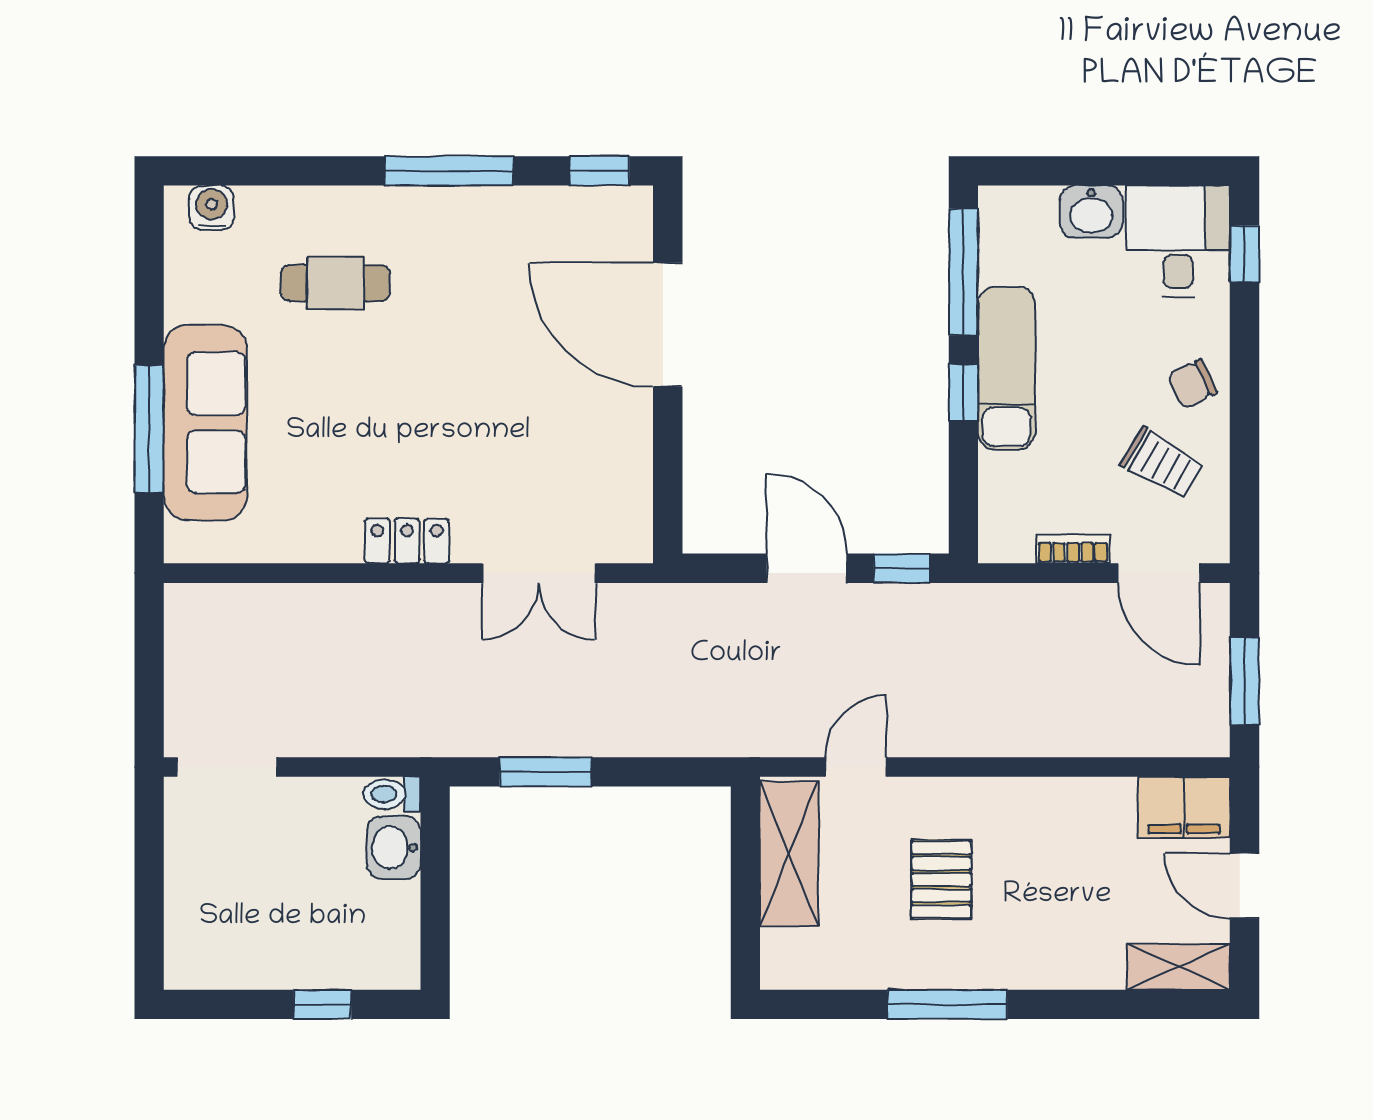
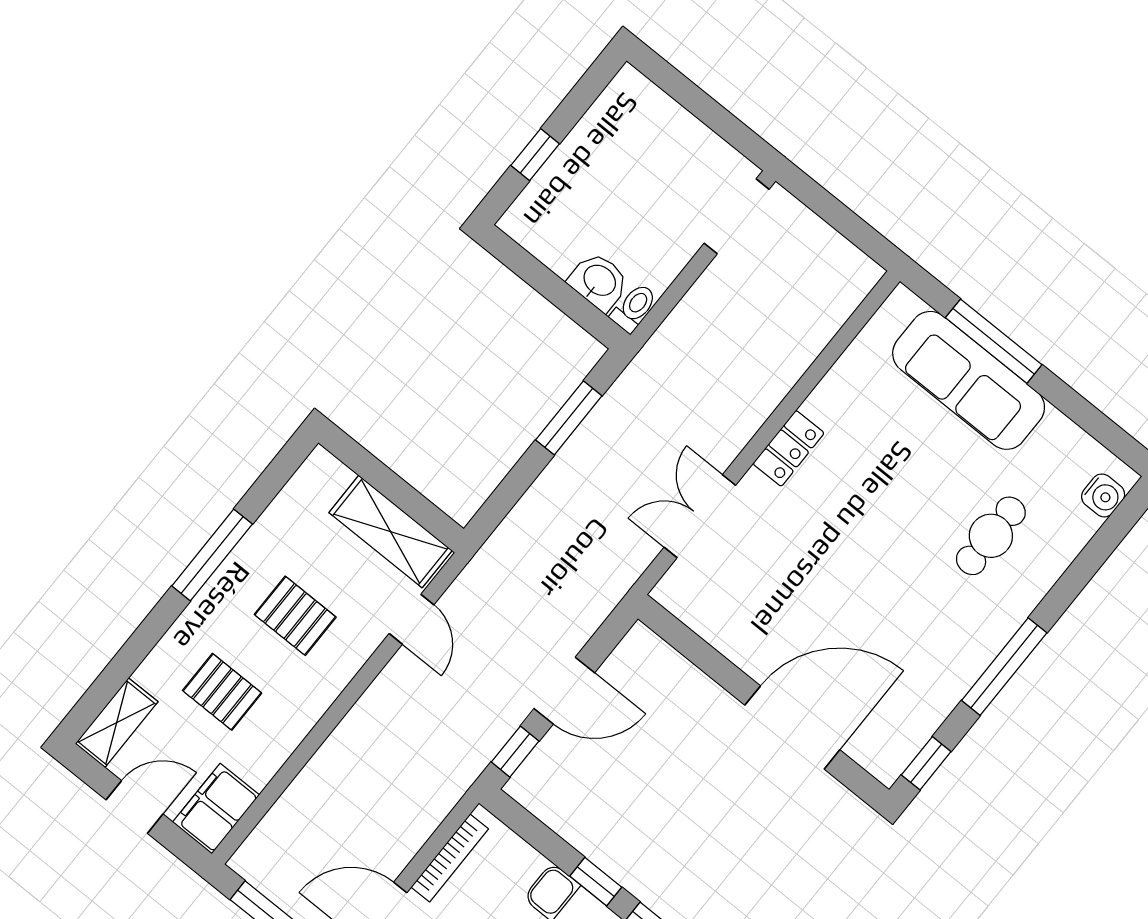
bookcase: (1073, 549) -> (450, 858), width x1.56
pallet: (1069, 891) -> (222, 692), added

